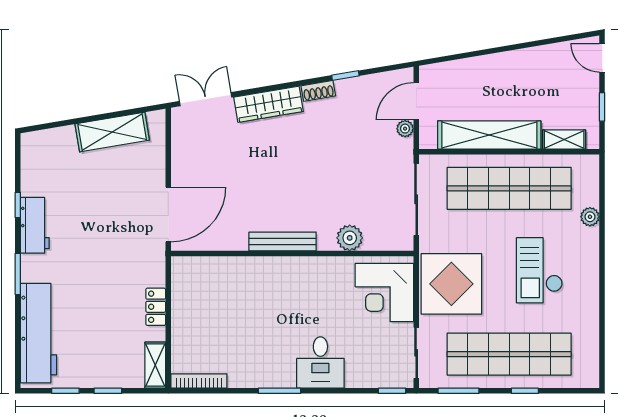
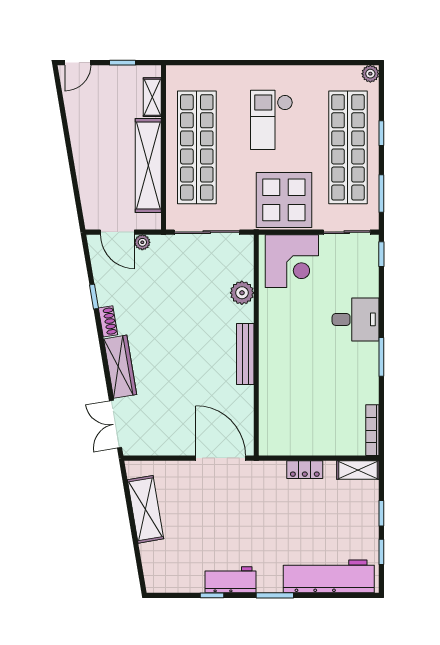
plant: (590, 217) -> (370, 74), moved
checkout: (539, 270) -> (272, 120), turned 90

